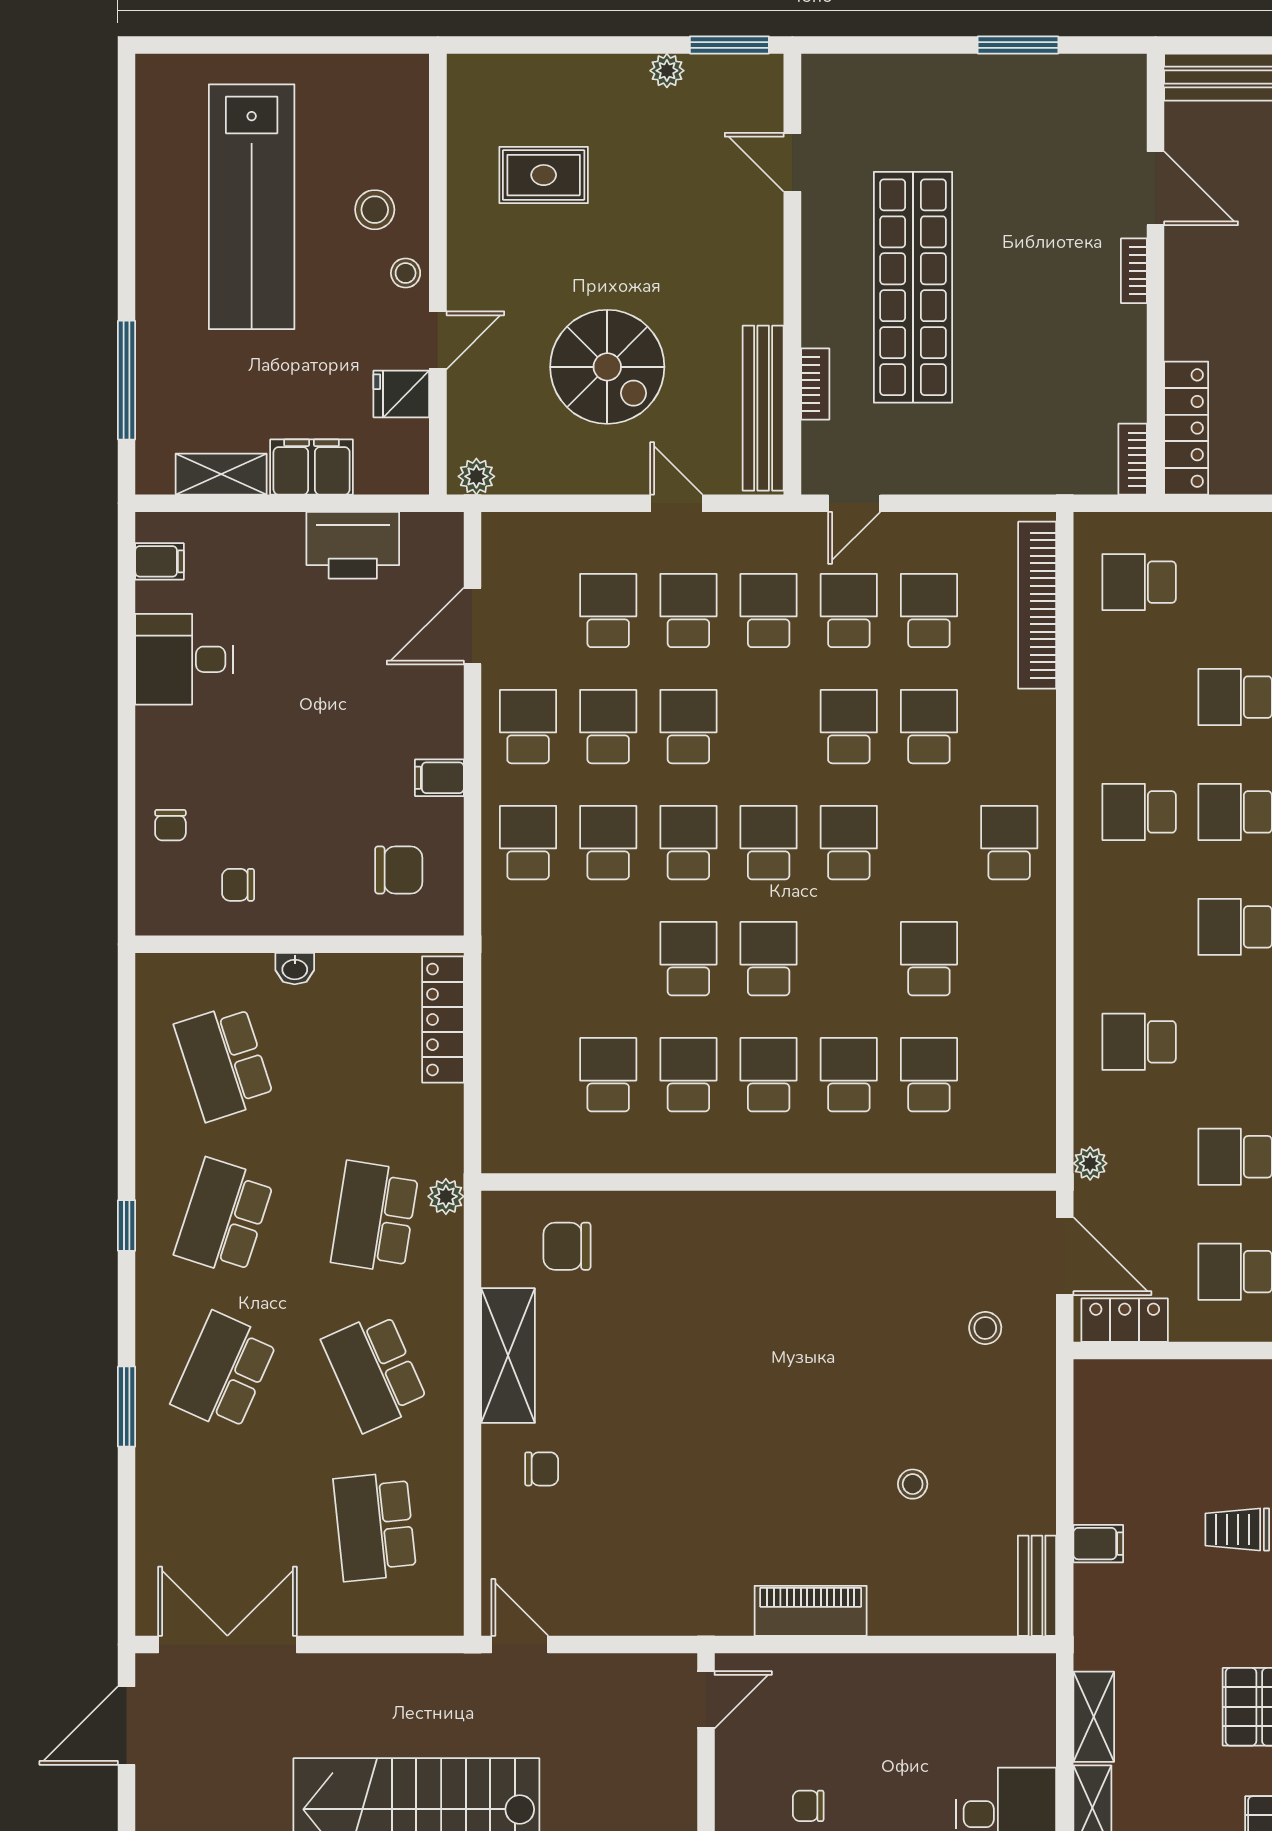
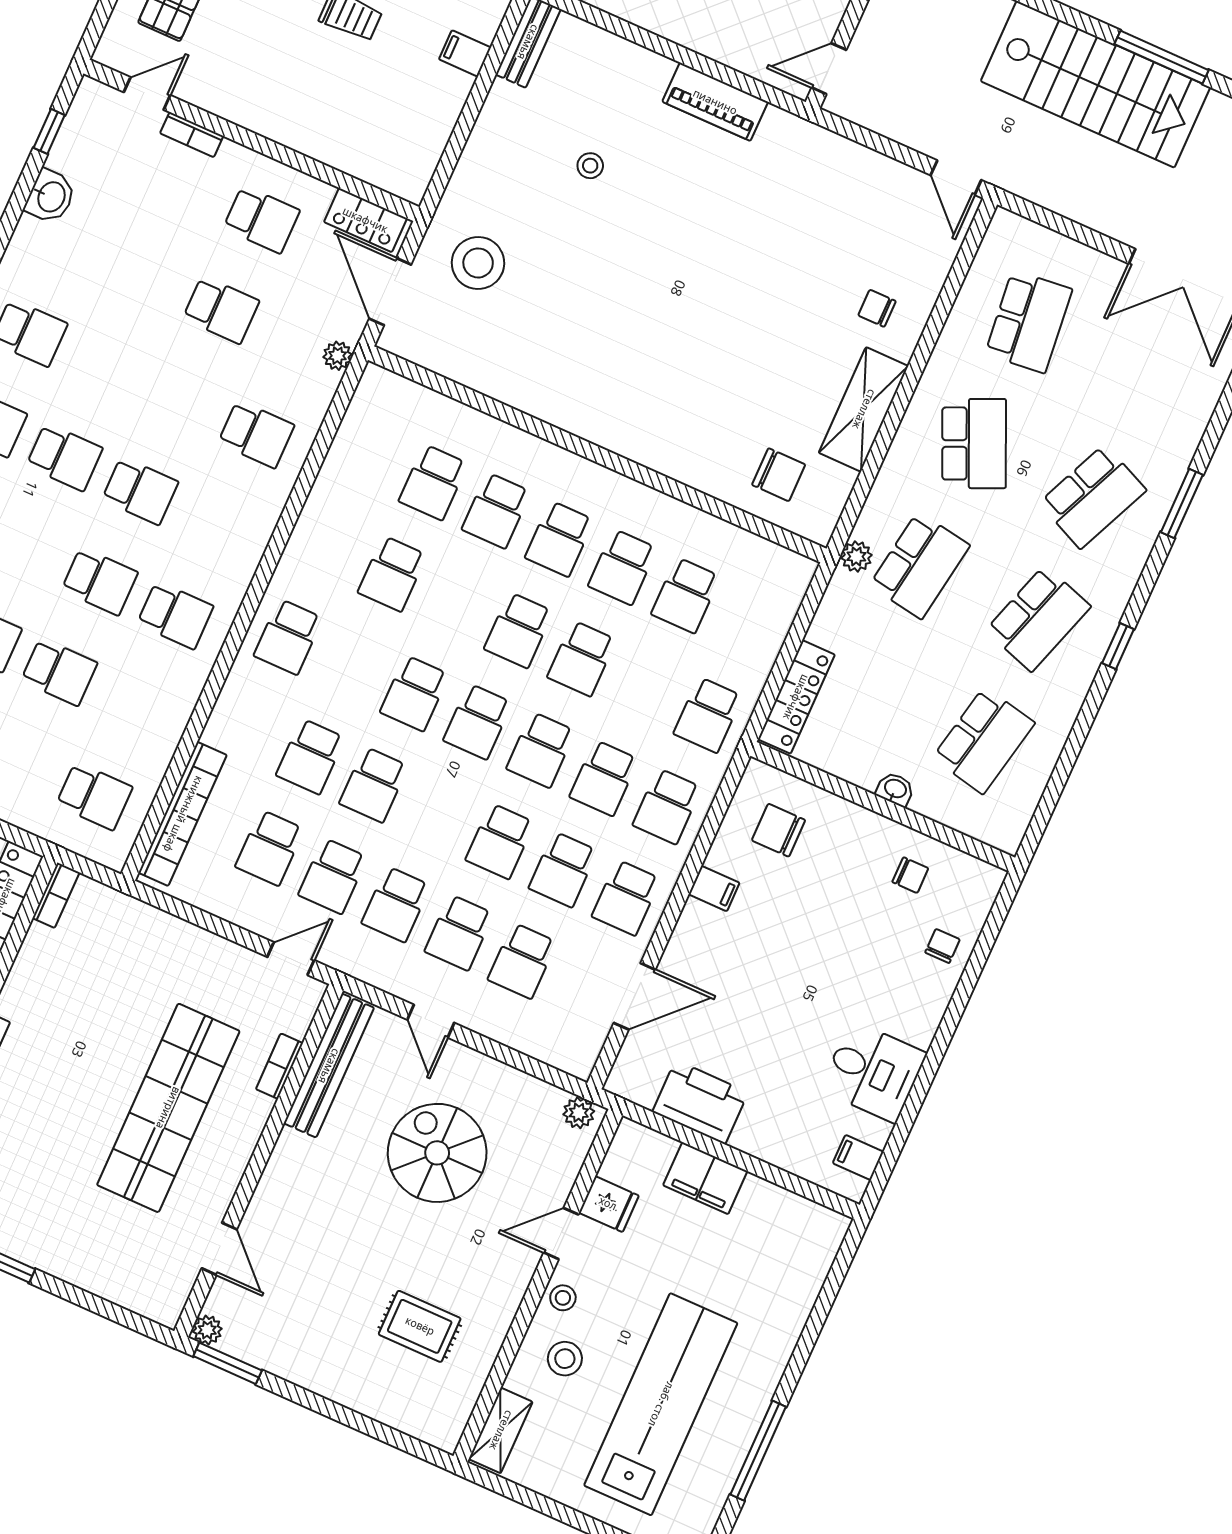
plant: (667, 71) -> (207, 1330), moved
window: (127, 380) -> (758, 1451), moved
shelving: (221, 474) -> (501, 1430), moved, turned 90
school desk: (528, 959) -> (708, 715), added
school desk: (224, 1062) -> (984, 740), turned 30
stool: (985, 1328) -> (478, 263), width x1.89, depth x1.89

